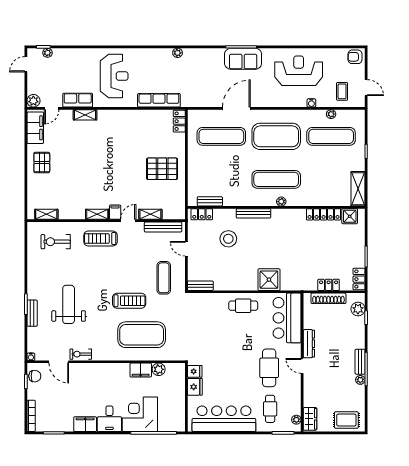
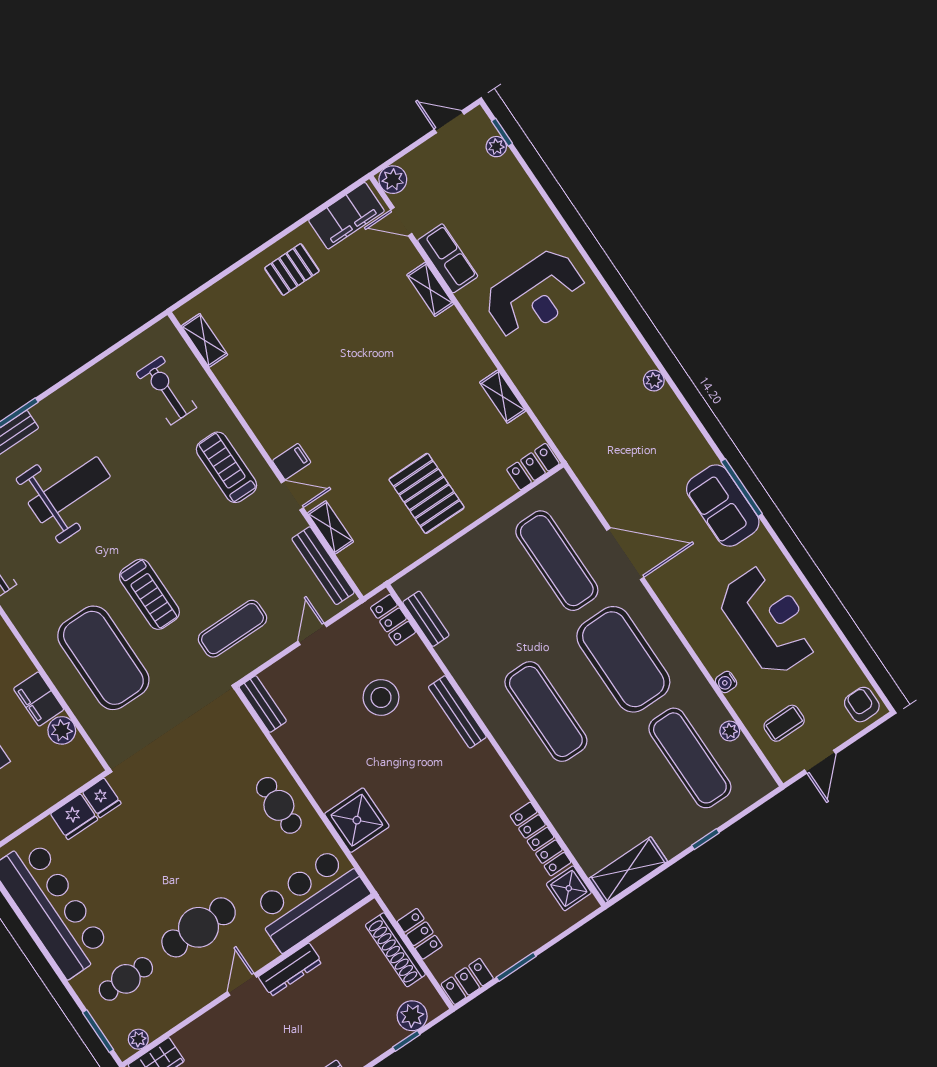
row of seats: (159, 100) -> (546, 405), removed
plant: (281, 202) -> (512, 747), removed
shelving: (97, 214) -> (503, 397), moved

